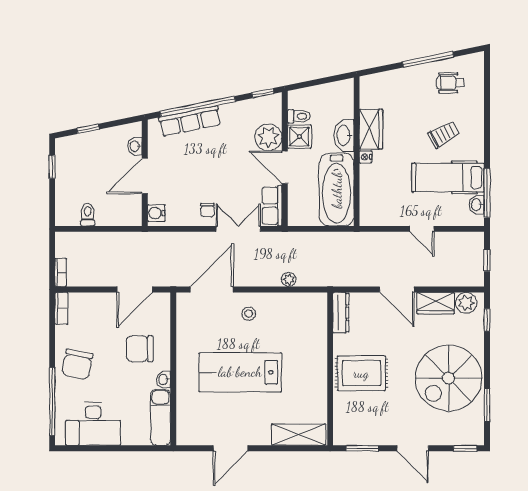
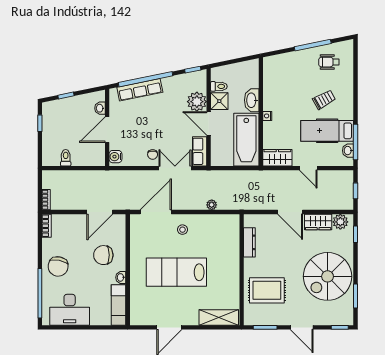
wardrobe: (371, 129) -> (277, 158), moved, turned -90
dresser: (341, 313) -> (249, 242), moved
rug: (361, 373) -> (267, 290), moved

